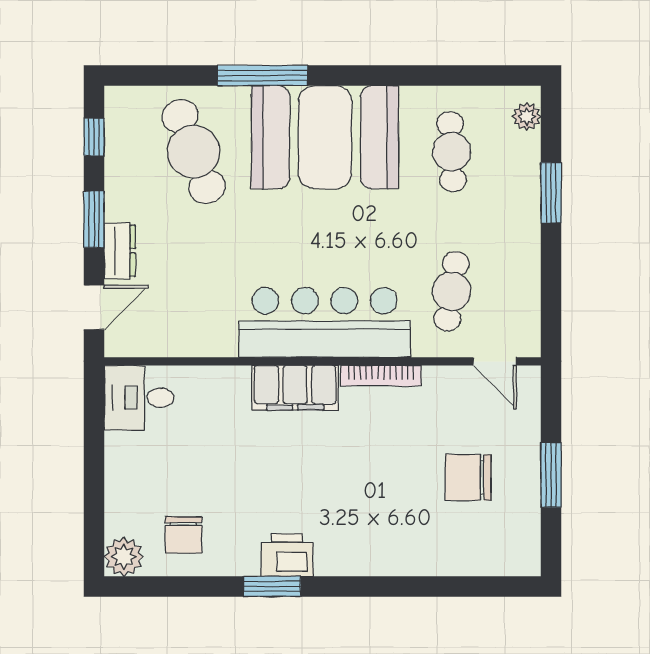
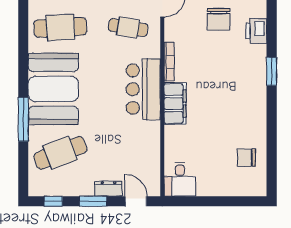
cafe table: (452, 152) -> (60, 27), width x1.37, depth x1.35
bar counter: (325, 322) -> (143, 89), width x0.73
chair: (184, 535) -> (247, 158), turned 180
printer: (287, 555) -> (256, 31), moved
plant: (124, 557) -> (257, 187), removed
window: (272, 586) -> (272, 71), moved

